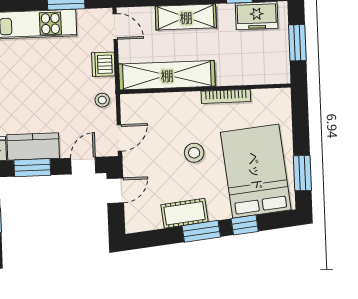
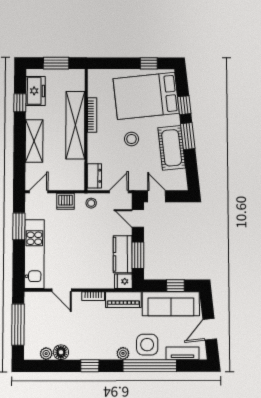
shelving: (167, 75) -> (75, 125), moved
dresser: (140, 103) -> (94, 176), added
door: (119, 138) -> (119, 192), hinge flipped
window: (302, 173) -> (149, 63), width x0.67
cot: (184, 213) -> (172, 148), width x1.37, depth x1.34

